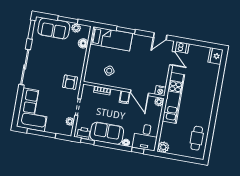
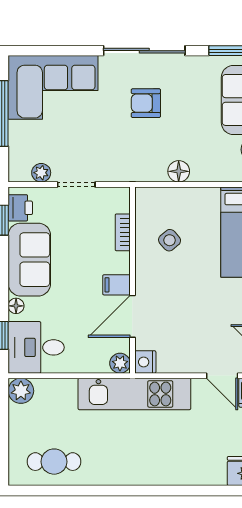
floor lamp: (83, 43) -> (179, 171), moved
door: (172, 58) -> (222, 376), hinge flipped
armchair: (70, 82) -> (146, 103), moved

